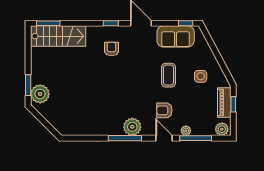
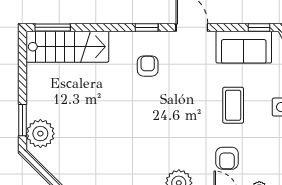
armchair: (164, 110) -> (227, 158), turned -90

